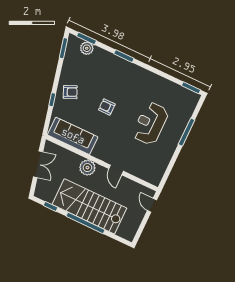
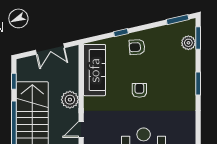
armchair: (70, 92) -> (137, 47), turned 110

